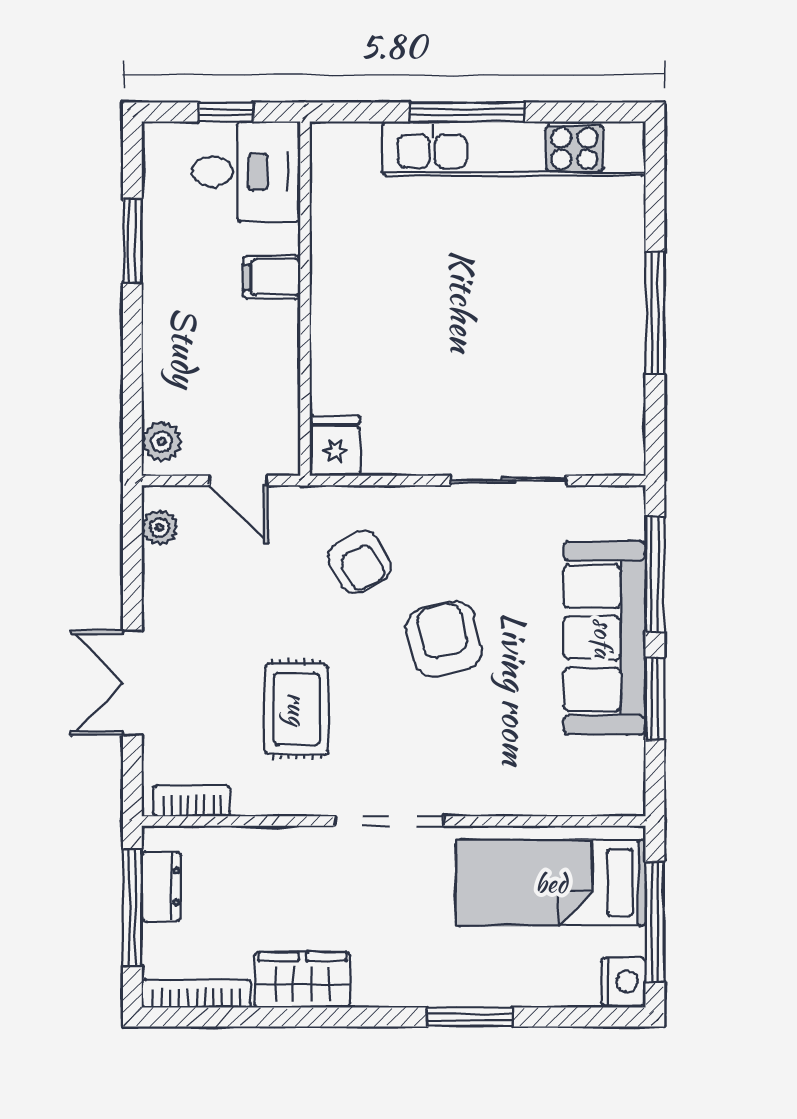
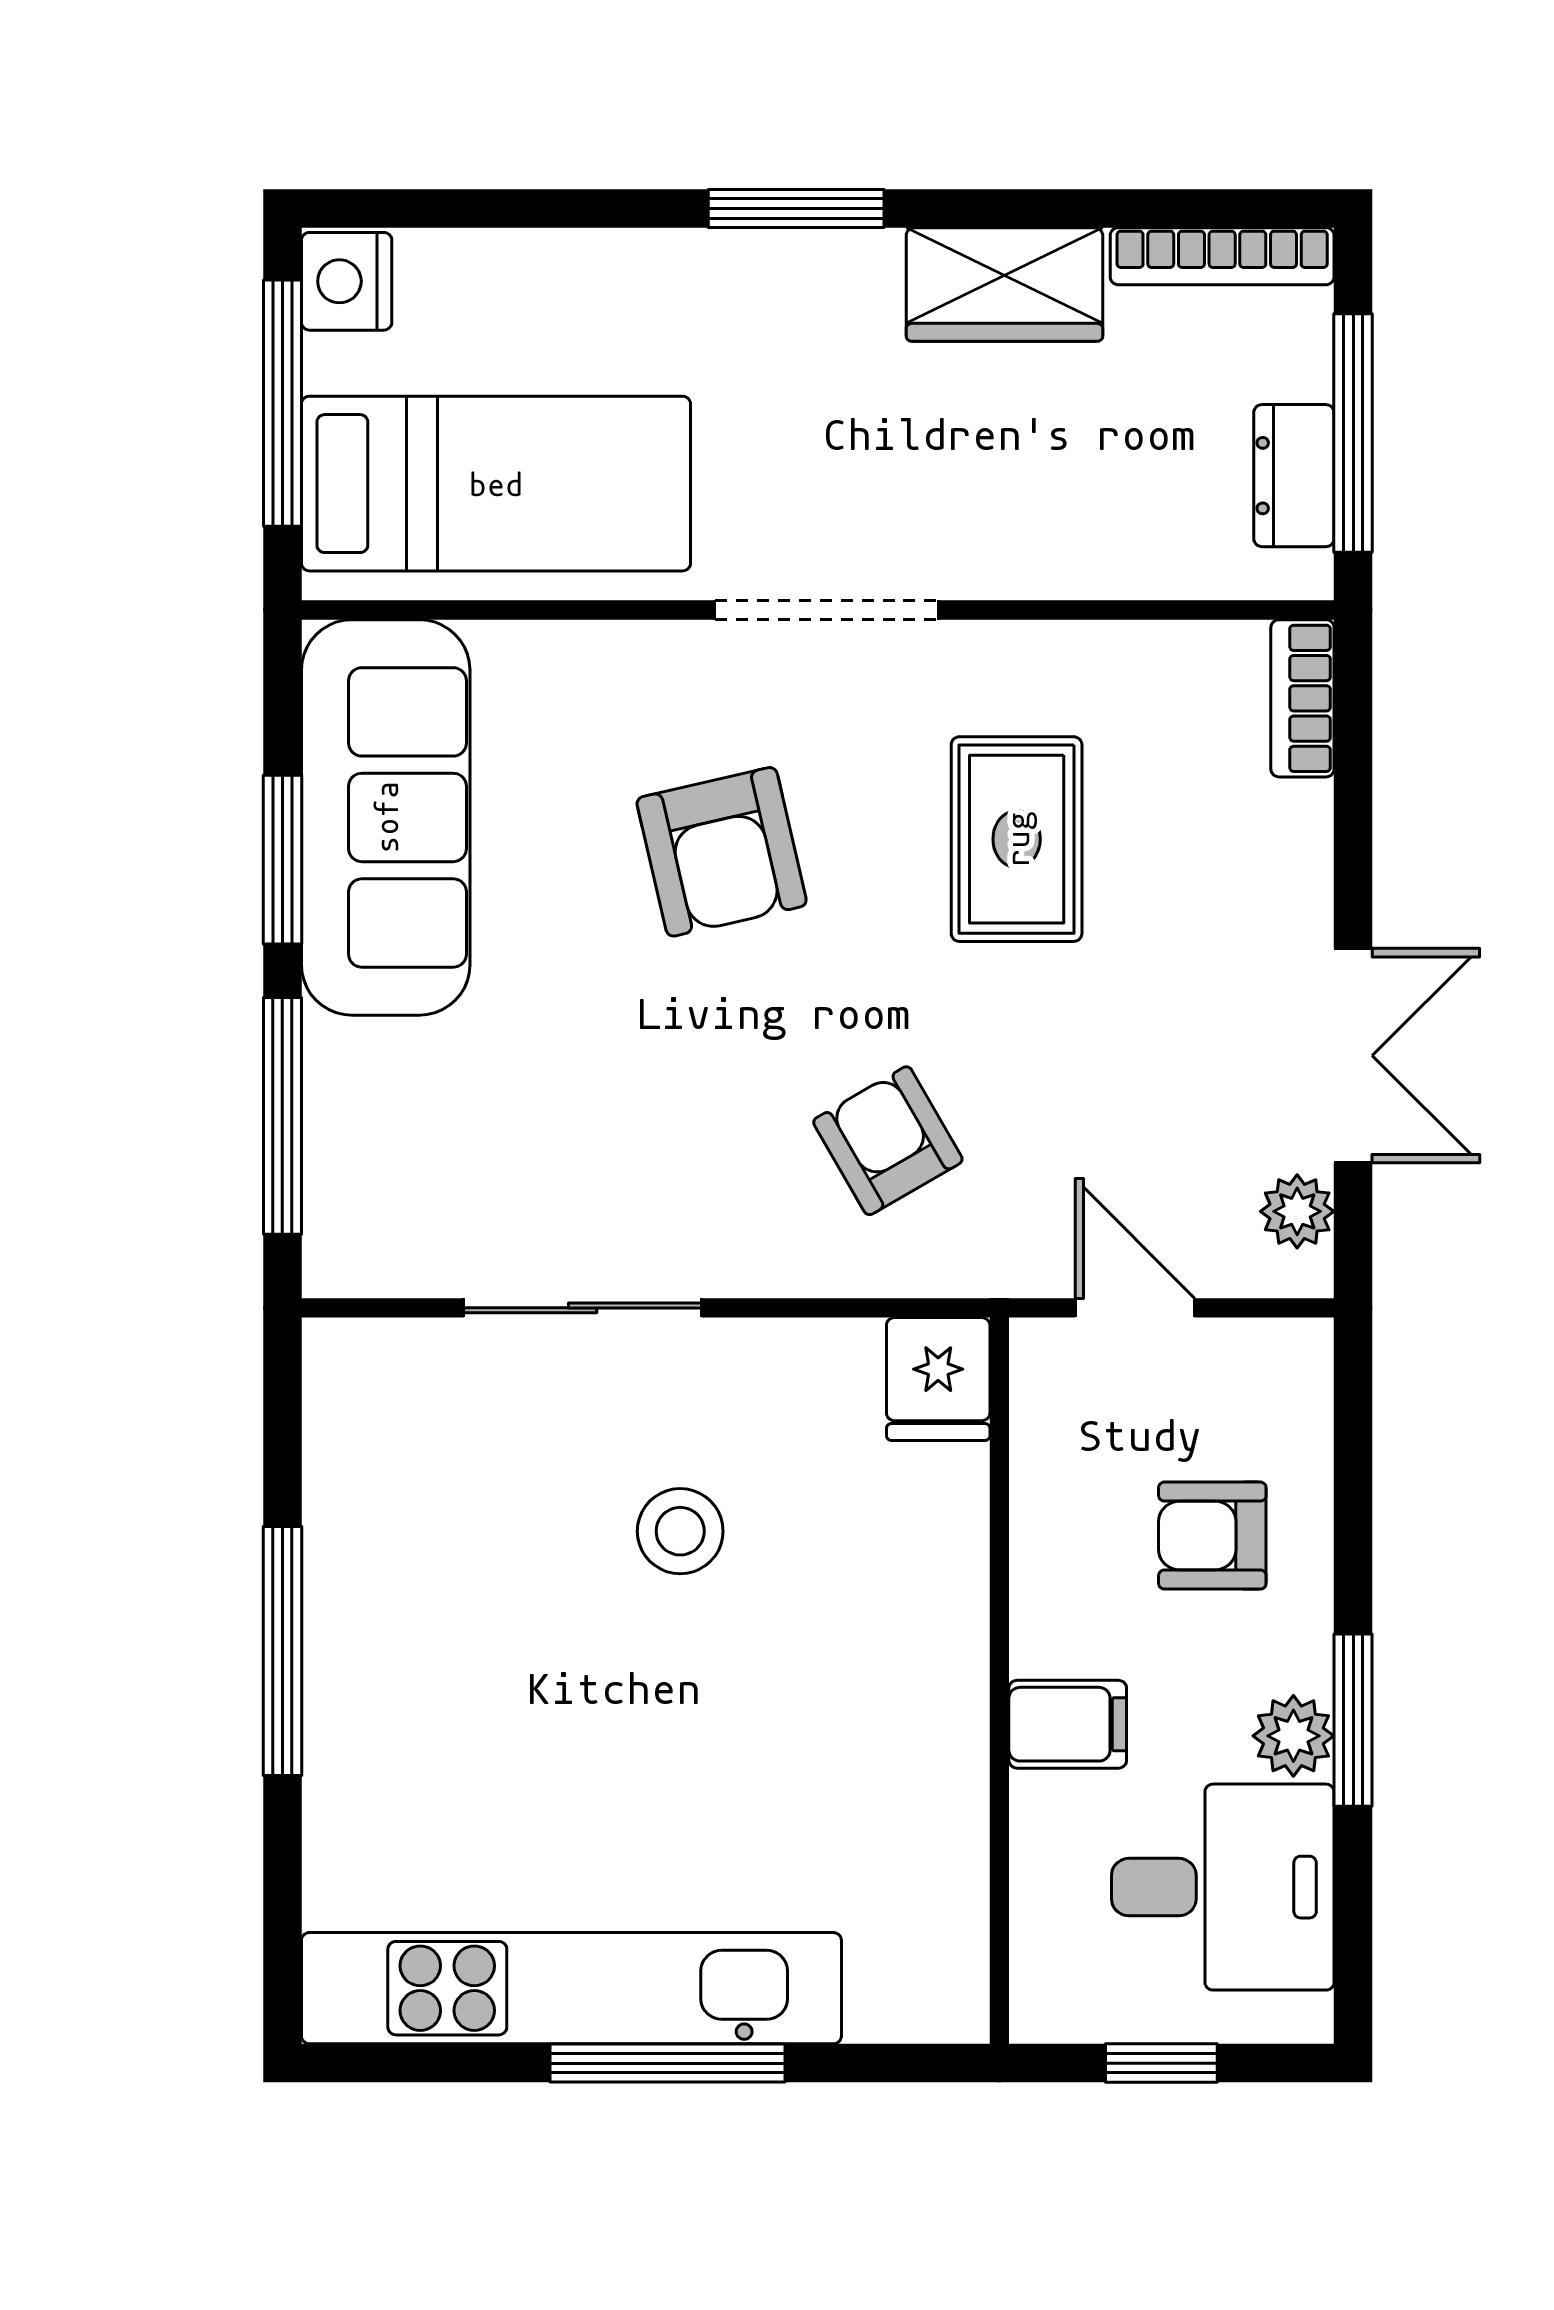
desk: (246, 172) -> (1223, 1887), moved, turned 180
window: (132, 241) -> (1353, 1720), moved
armchair: (201, 369) -> (1212, 1536), added
stool: (461, 371) -> (680, 1531), added
plant: (161, 442) -> (1293, 1736), moved
sofa: (604, 638) -> (386, 817), moved
armchair: (444, 639) -> (722, 852), moved
double door: (132, 683) -> (1353, 1056), moved
bookcase: (192, 801) -> (1302, 698), moved, turned 90
window: (470, 1017) -> (796, 208), moved

